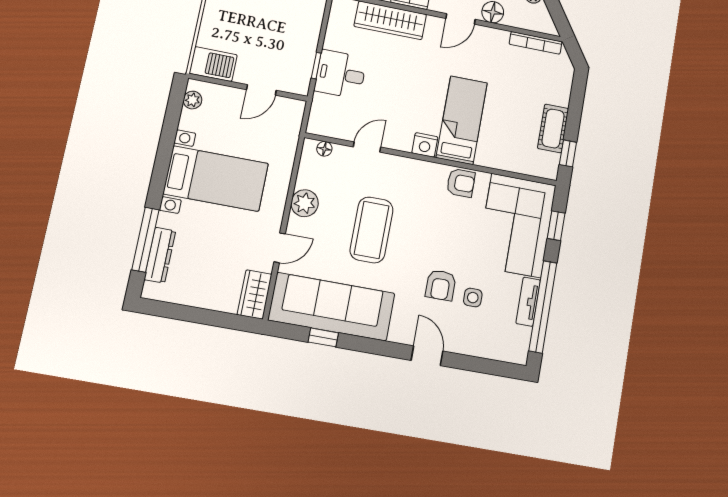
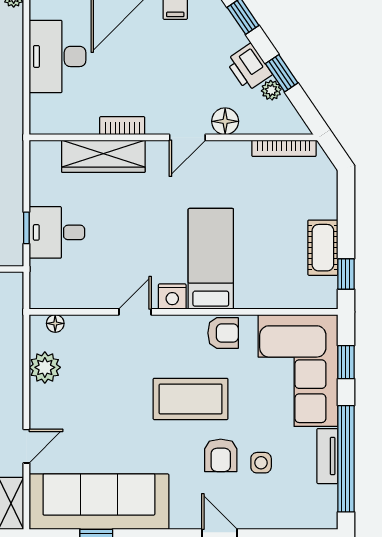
door: (367, 147) -> (135, 312), moved
plant: (305, 203) -> (45, 367), moved
coffee table: (372, 230) -> (191, 399), moved, turned 90

